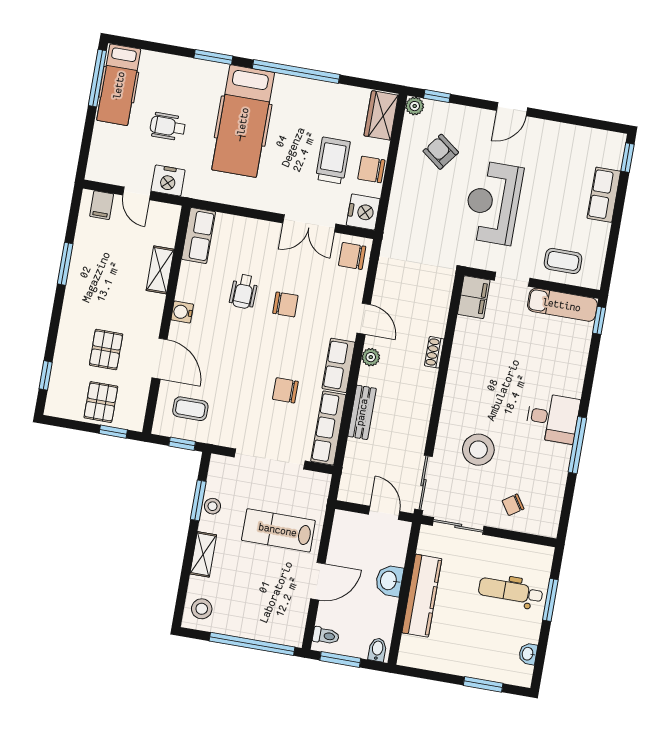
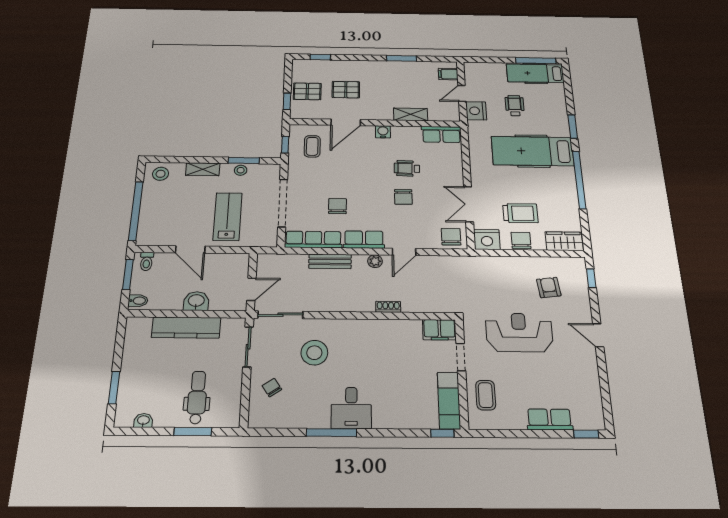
plant: (415, 106) -> (579, 263), removed
armchair: (441, 152) -> (549, 287), turned -44

